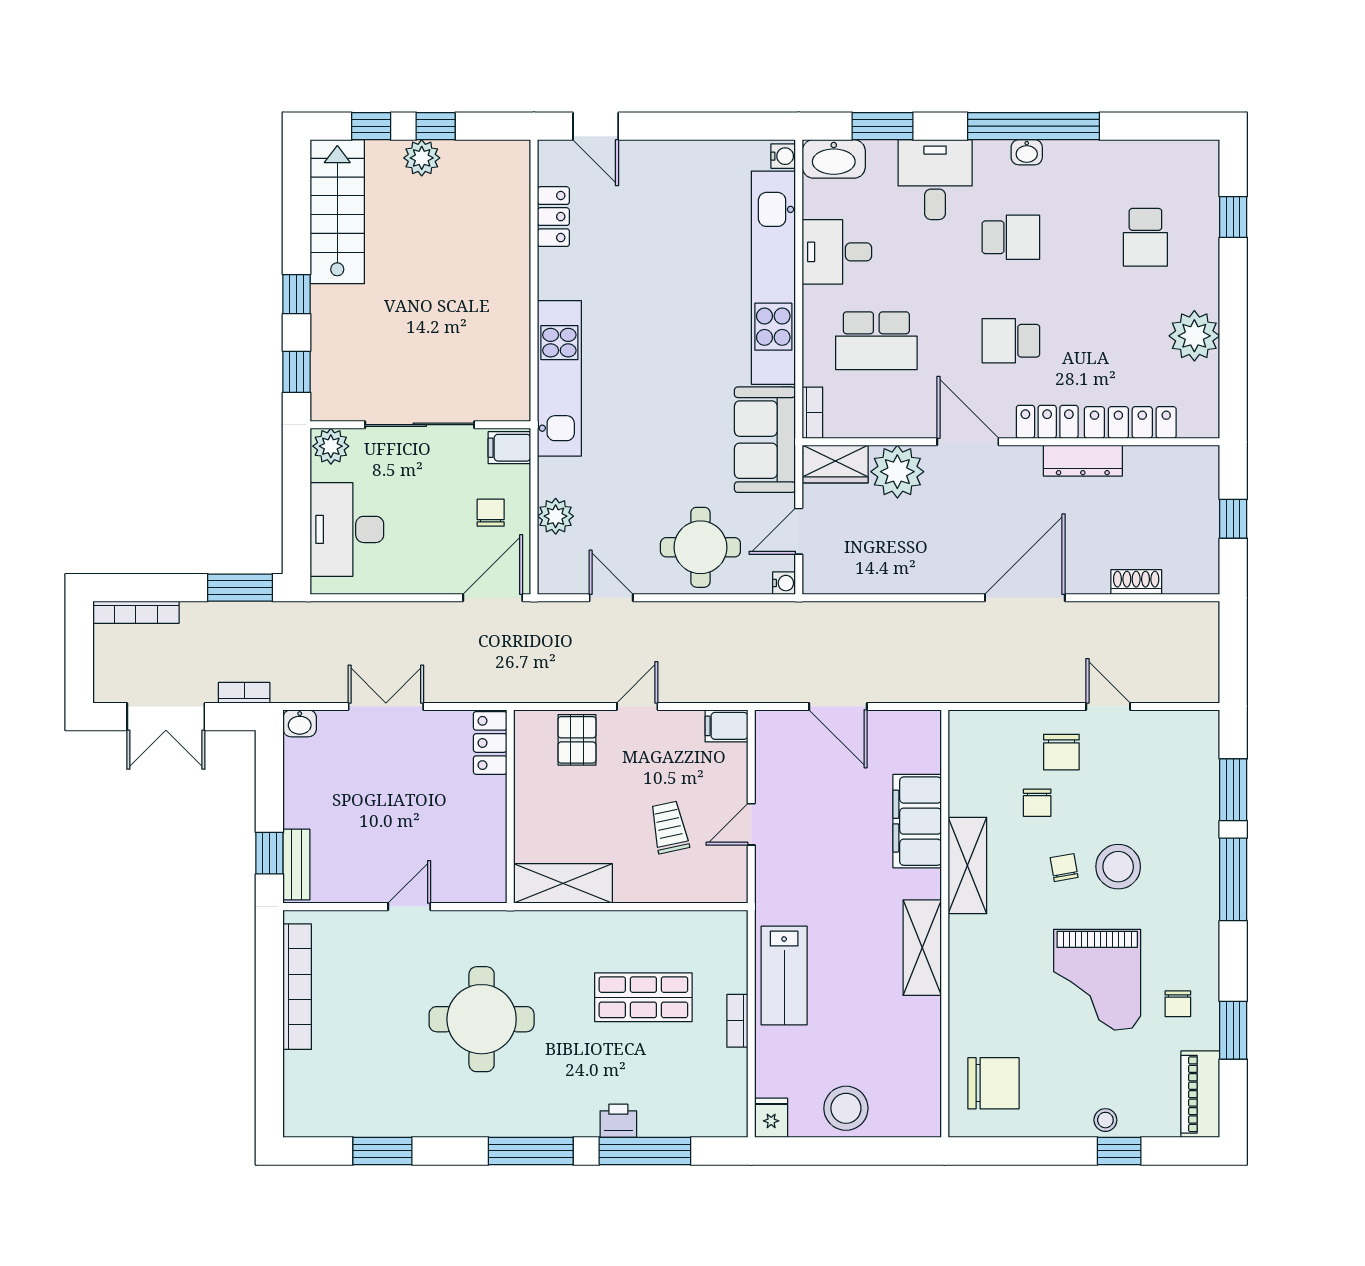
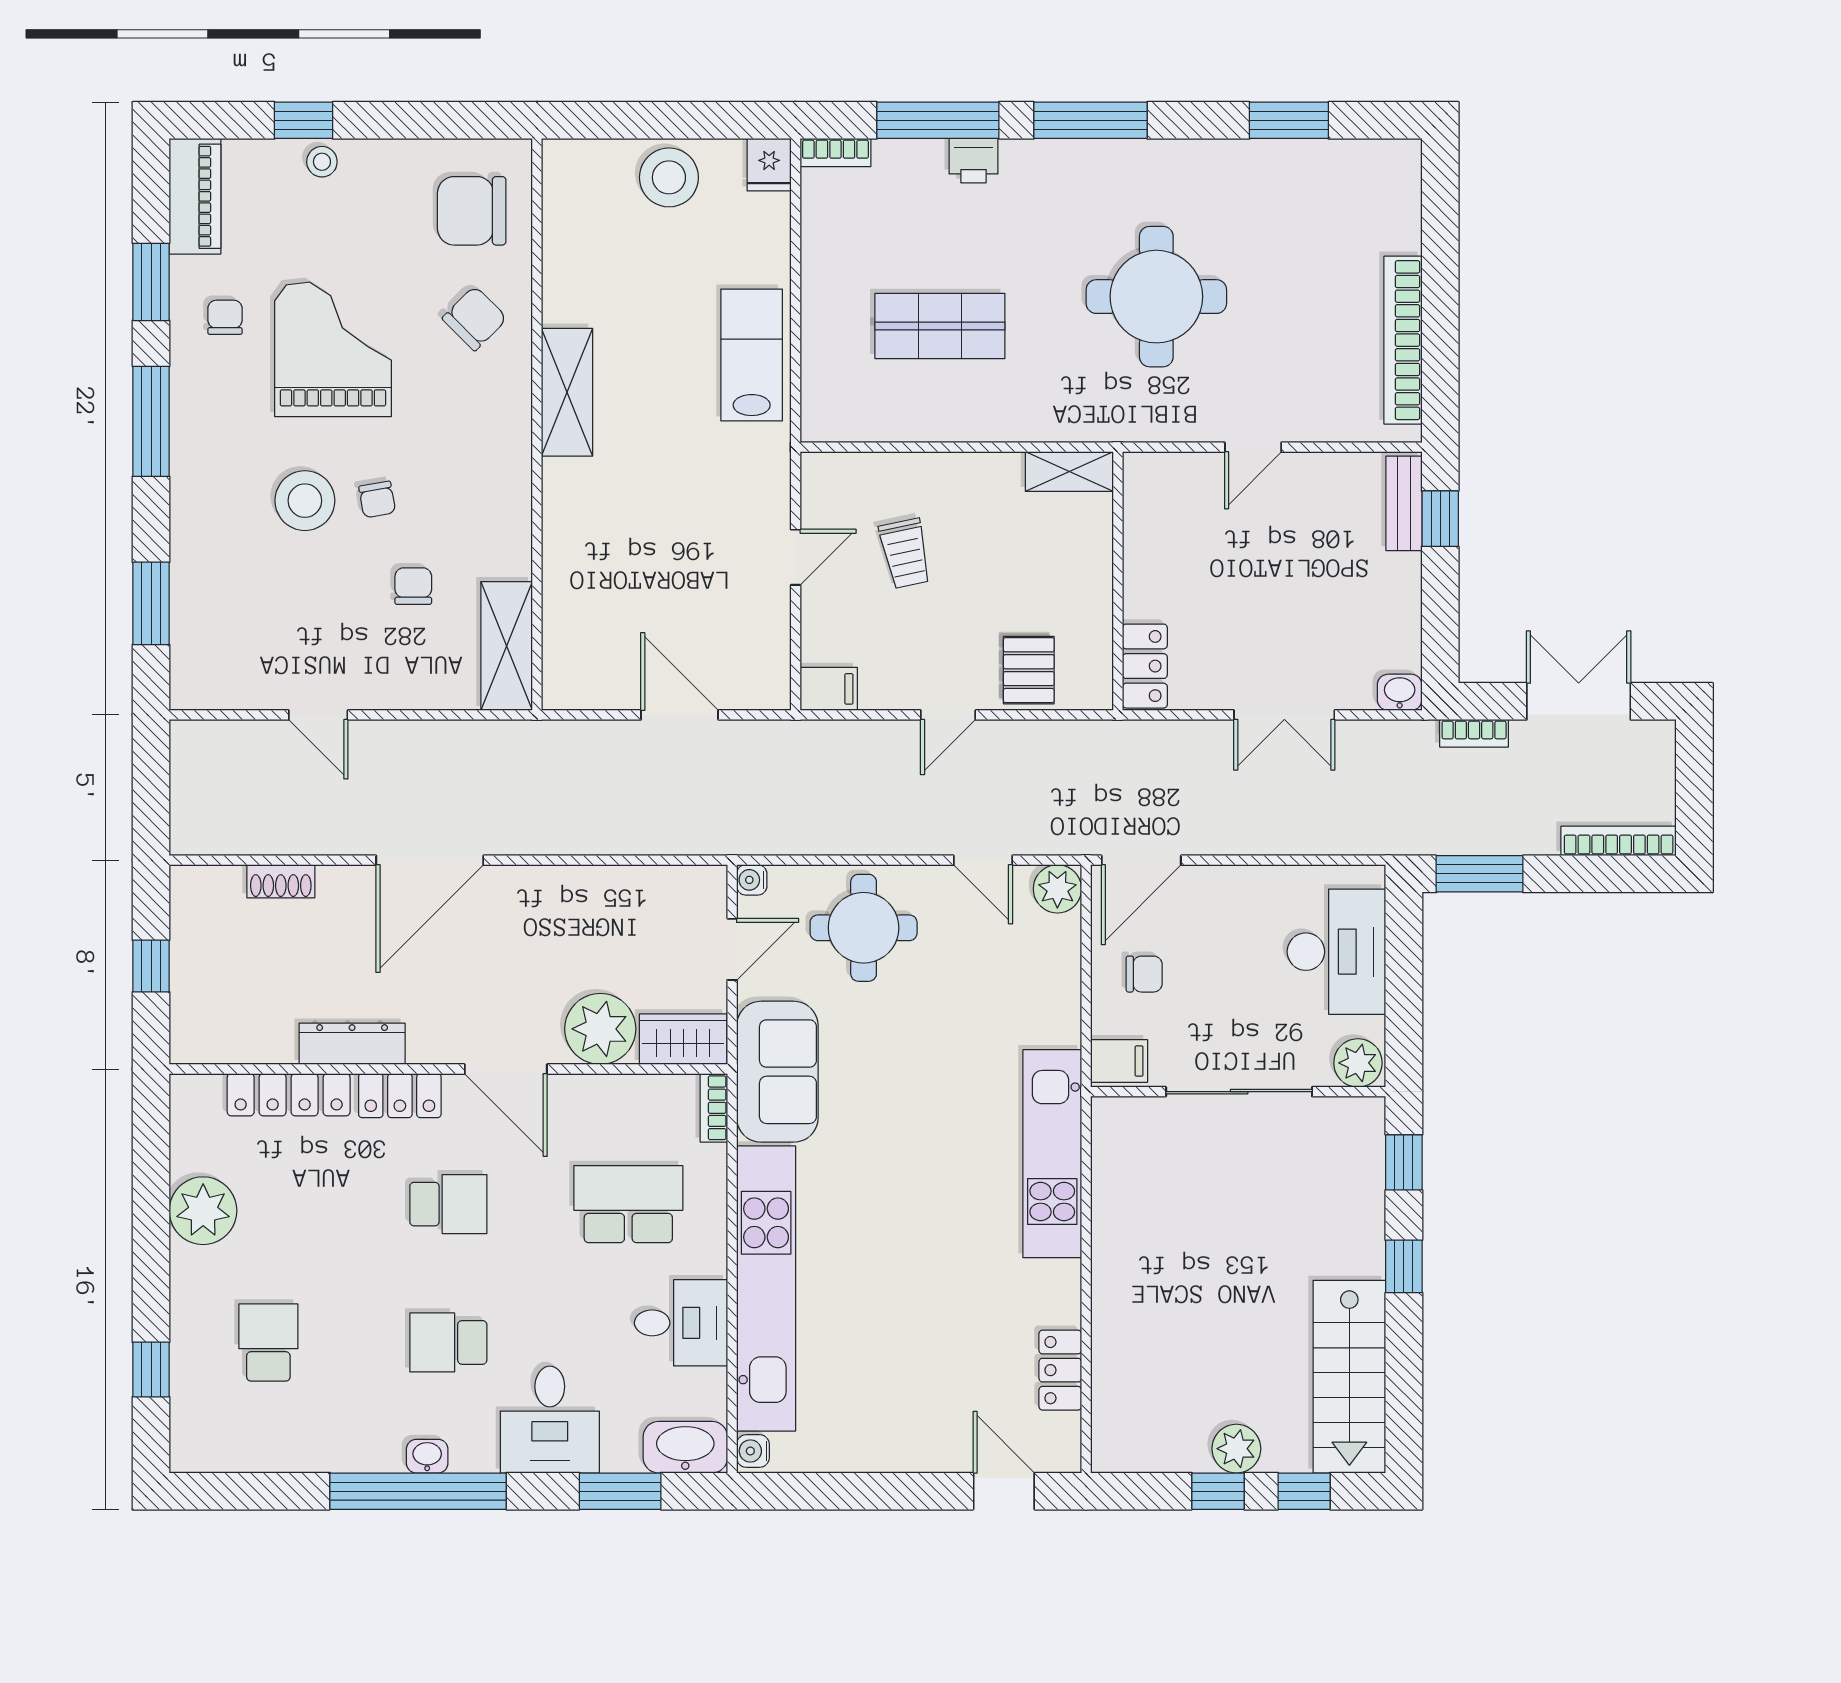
chair: (491, 513) -> (1144, 974), turned -90
plant: (556, 516) -> (1057, 889), moved
chair: (1061, 752) -> (475, 318), moved, turned 45
filing cabinet: (917, 821) -> (574, 561), removed
shelving: (967, 866) -> (507, 646), moved
window: (1233, 879) -> (151, 421), moved
shelving: (563, 883) -> (1069, 471), width x0.67, depth x0.75
bookcase: (737, 1021) -> (835, 153), moved, turned 90

